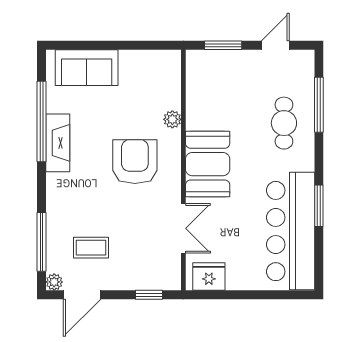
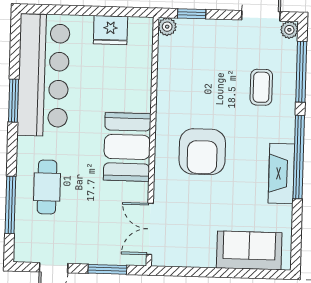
plant: (172, 119) -> (167, 27), moved
window: (41, 122) -> (299, 157), moved
double door: (183, 228) -> (150, 229), moved
coffee table: (91, 248) -> (261, 87), moved, turned 90
fridge: (209, 277) -> (110, 30), moved

